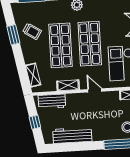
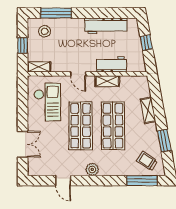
trolley: (32, 31) -> (147, 161), moved
shelving: (33, 75) -> (148, 110), moved
workbench: (52, 101) -> (111, 65), moved

